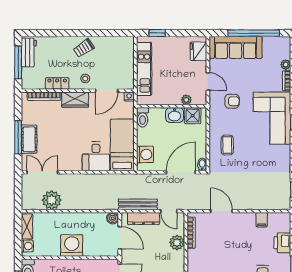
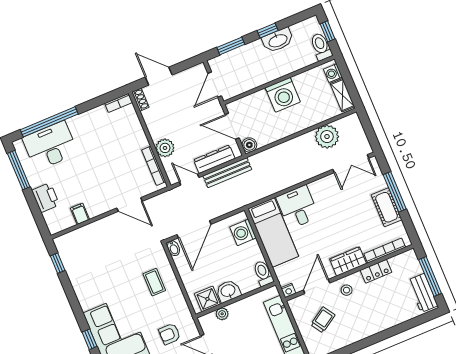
trolley: (84, 48) -> (323, 320), moved
cot: (29, 139) -> (387, 207), moved

